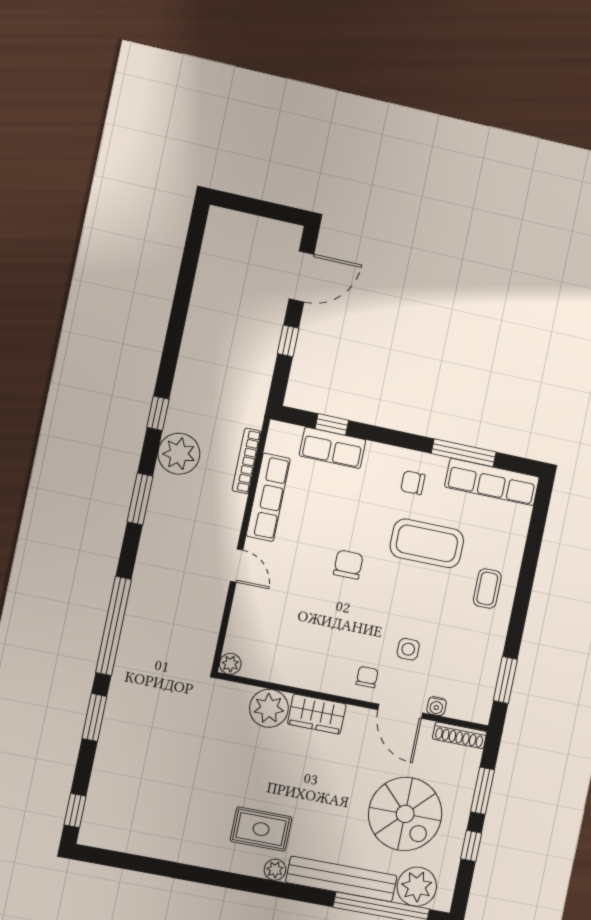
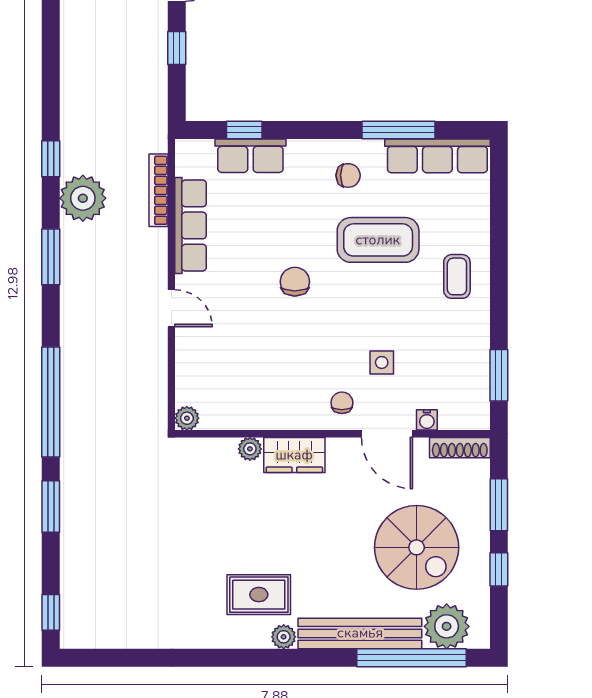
chair: (413, 483) -> (348, 175), turned 180
plant: (269, 708) -> (250, 449), width x0.53, depth x0.53

